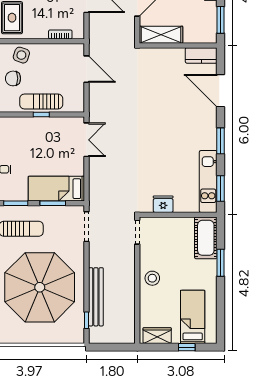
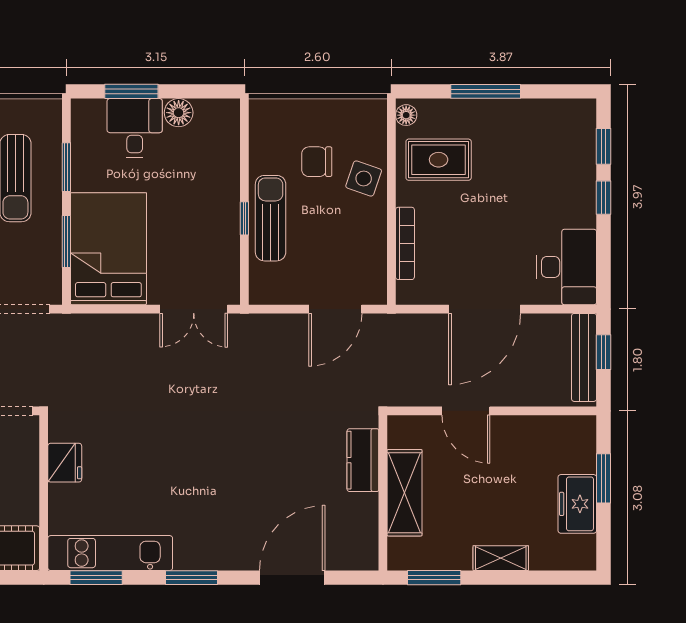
bookcase: (60, 34) -> (405, 243), width x1.56
shelving: (161, 35) -> (405, 493), moved
kitchen counter: (201, 55) -> (363, 460), moved
chair: (13, 78) -> (317, 162), turned -90
bed: (56, 189) -> (108, 249), width x1.50

